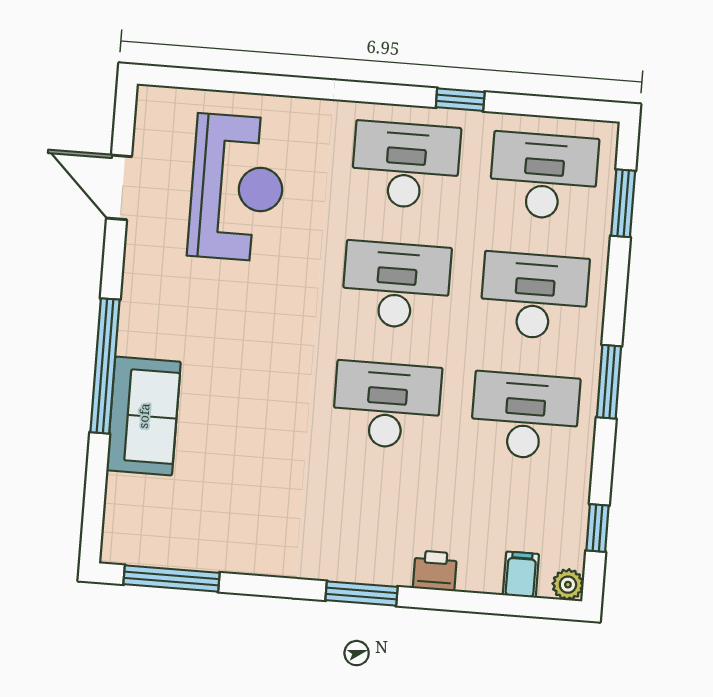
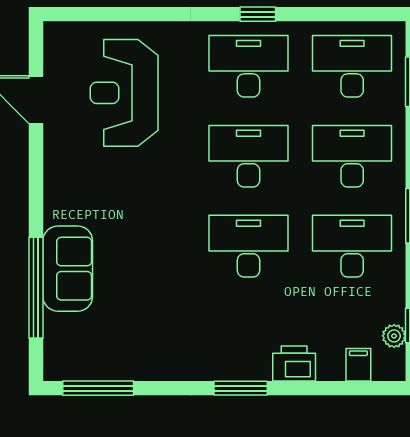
window: (460, 100) -> (258, 14), moved
reception desk: (237, 188) -> (124, 93), turned 180
window: (105, 366) -> (36, 288), moved
printer: (435, 571) -> (294, 364), width x1.36, depth x1.24
plant: (568, 585) -> (394, 336), moved

